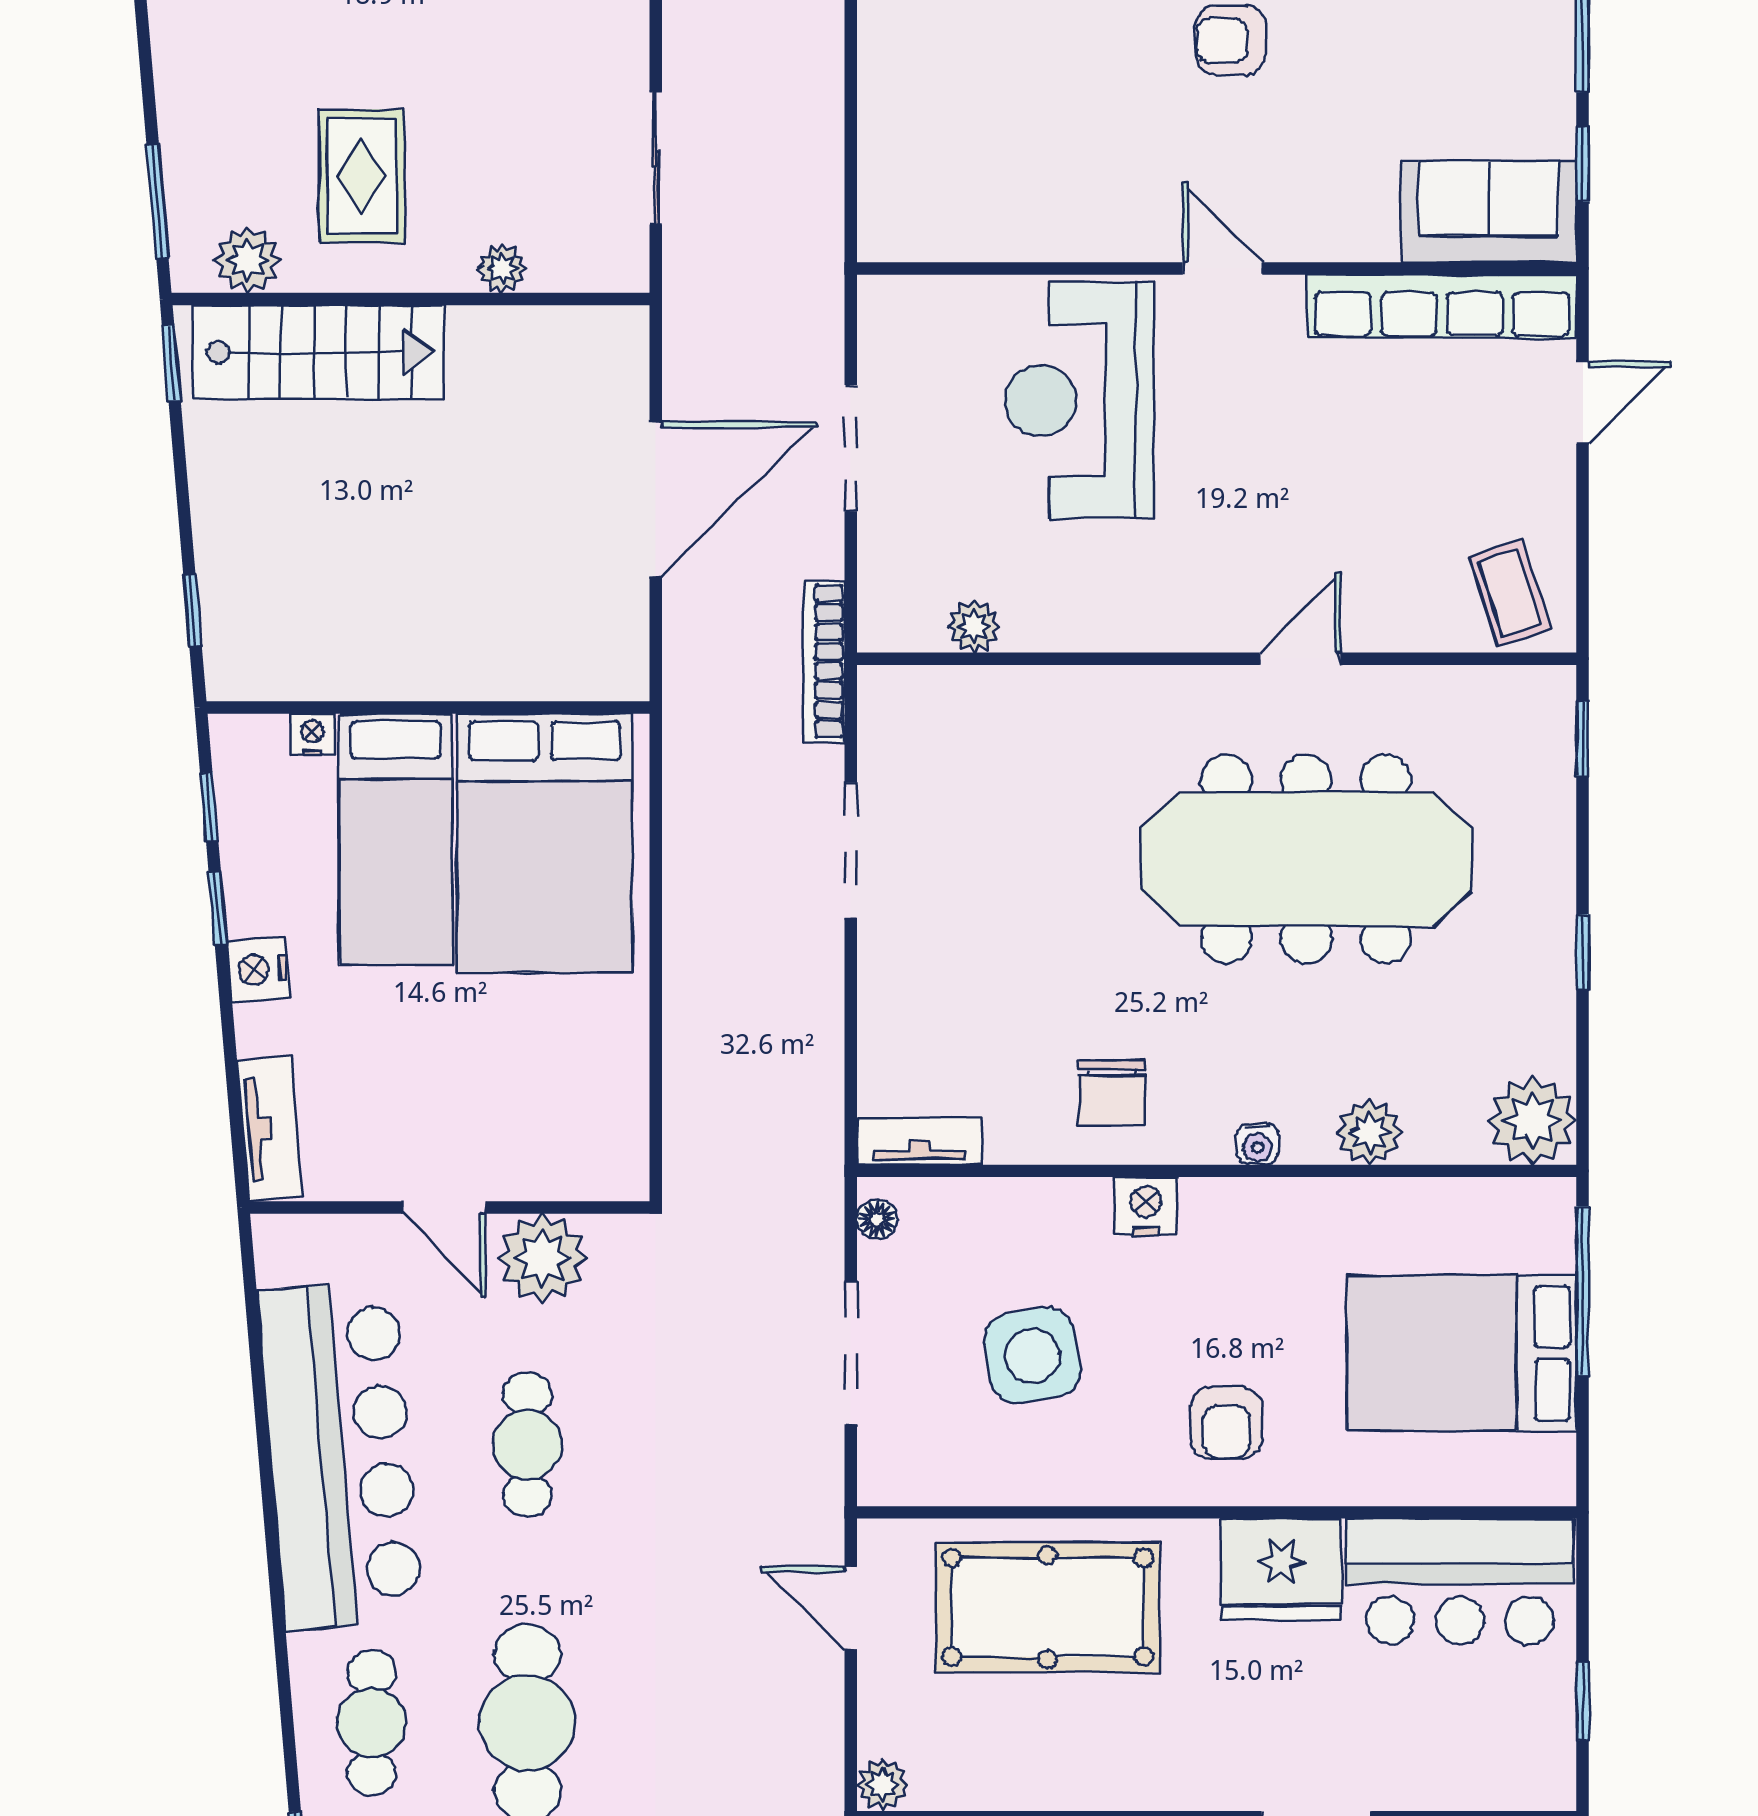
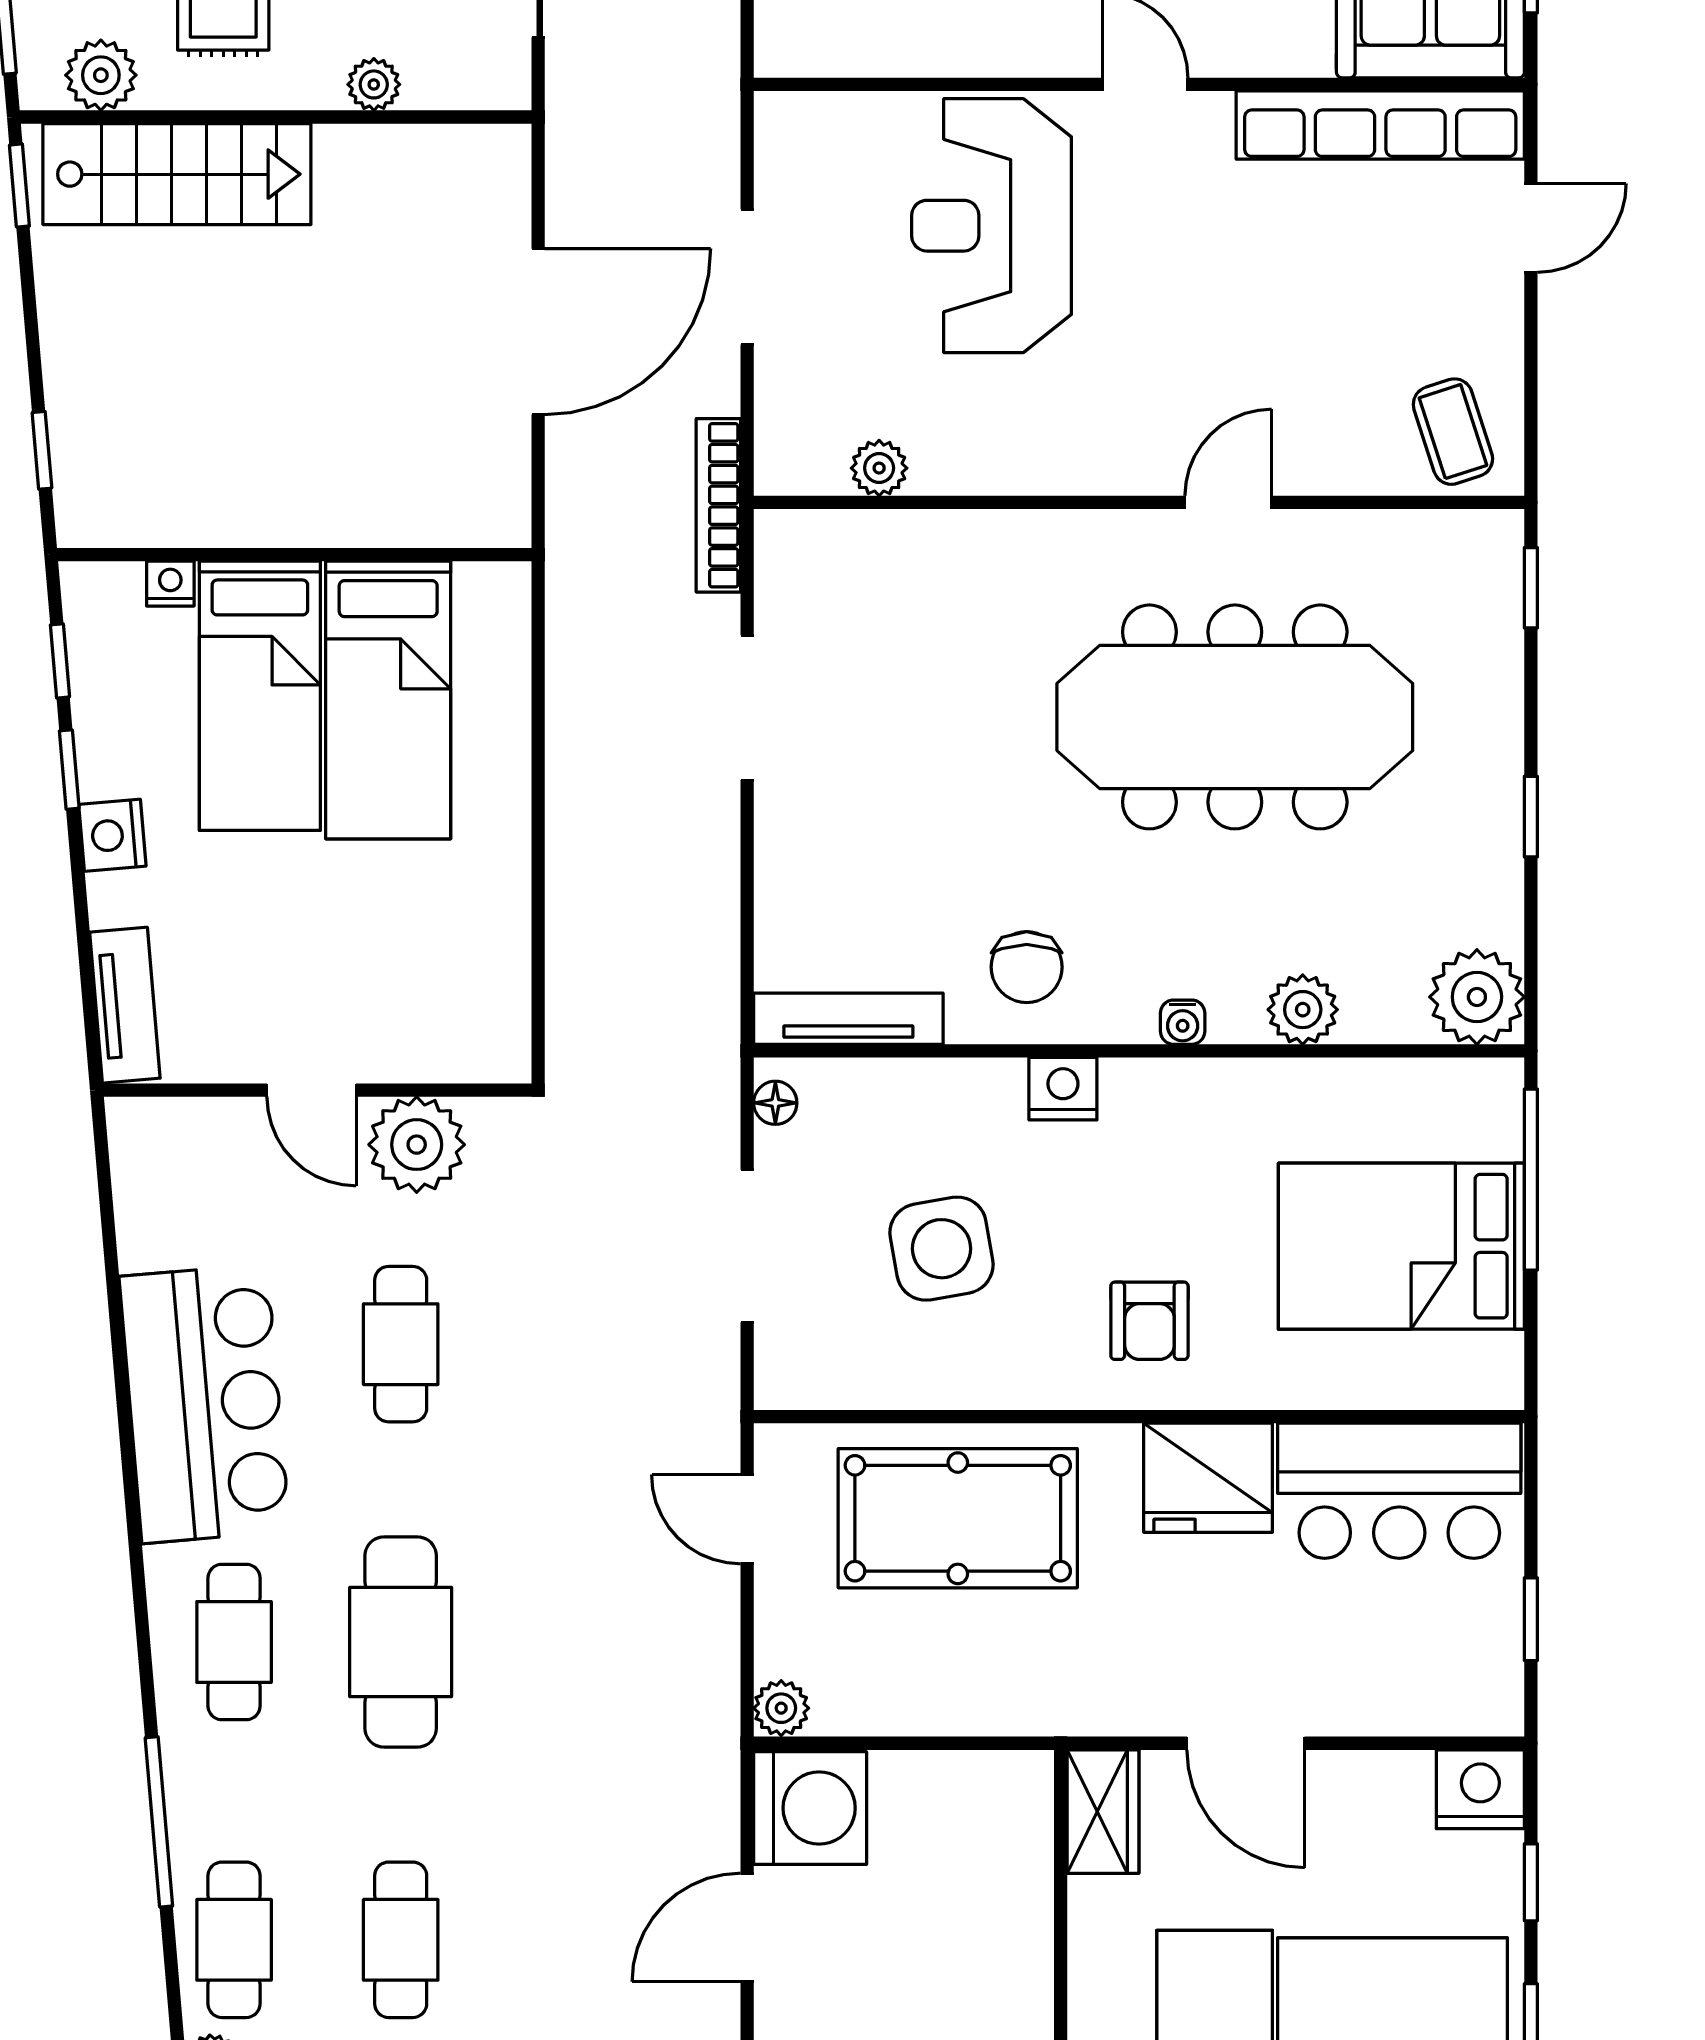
bed: (545, 843) -> (388, 700), width x0.67
tv unit: (920, 1141) -> (848, 1019), width x1.41
bar counter: (340, 1455) -> (205, 1404), width x0.73

